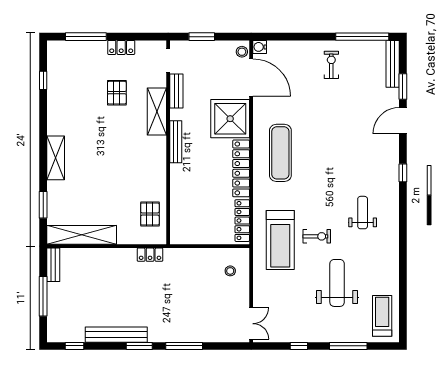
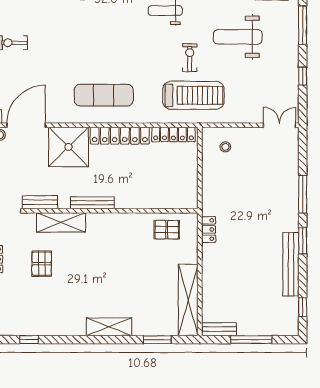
pallet: (117, 93) -> (42, 264), turned 90

